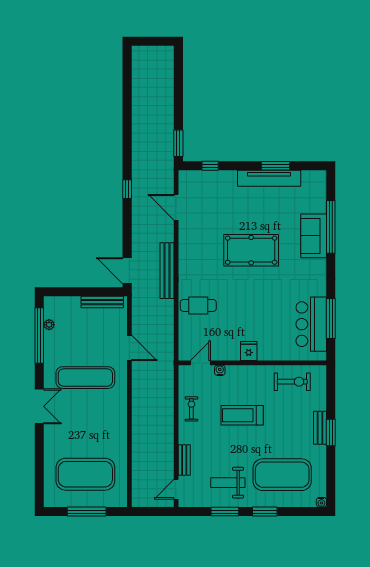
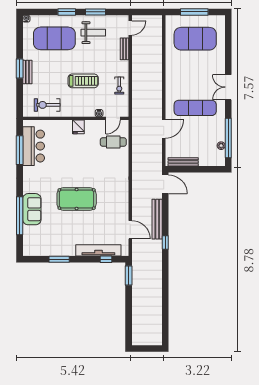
tv unit: (269, 178) -> (98, 250), moved
bench: (167, 271) -> (157, 219), moved
cafe table: (198, 305) -> (113, 142), moved
door: (129, 348) -> (164, 129), swing flipped

